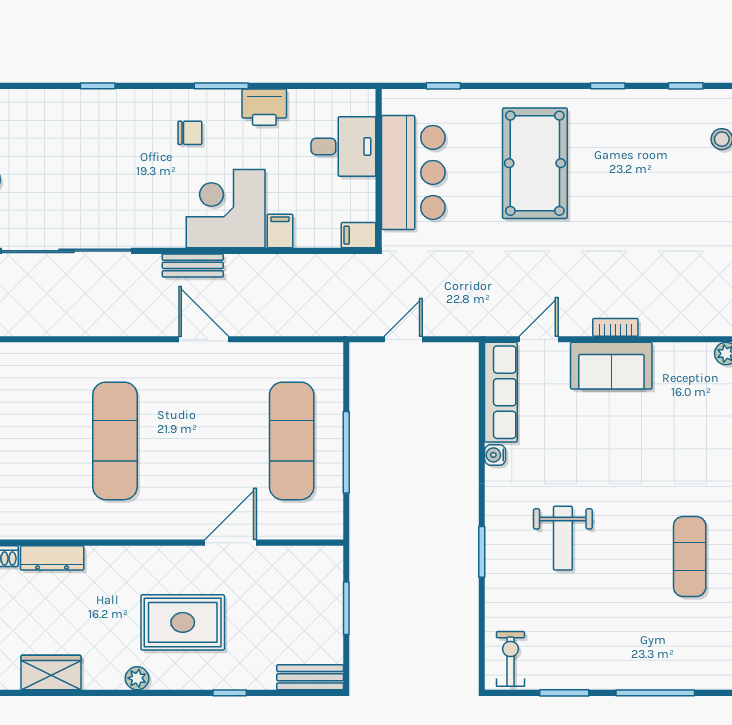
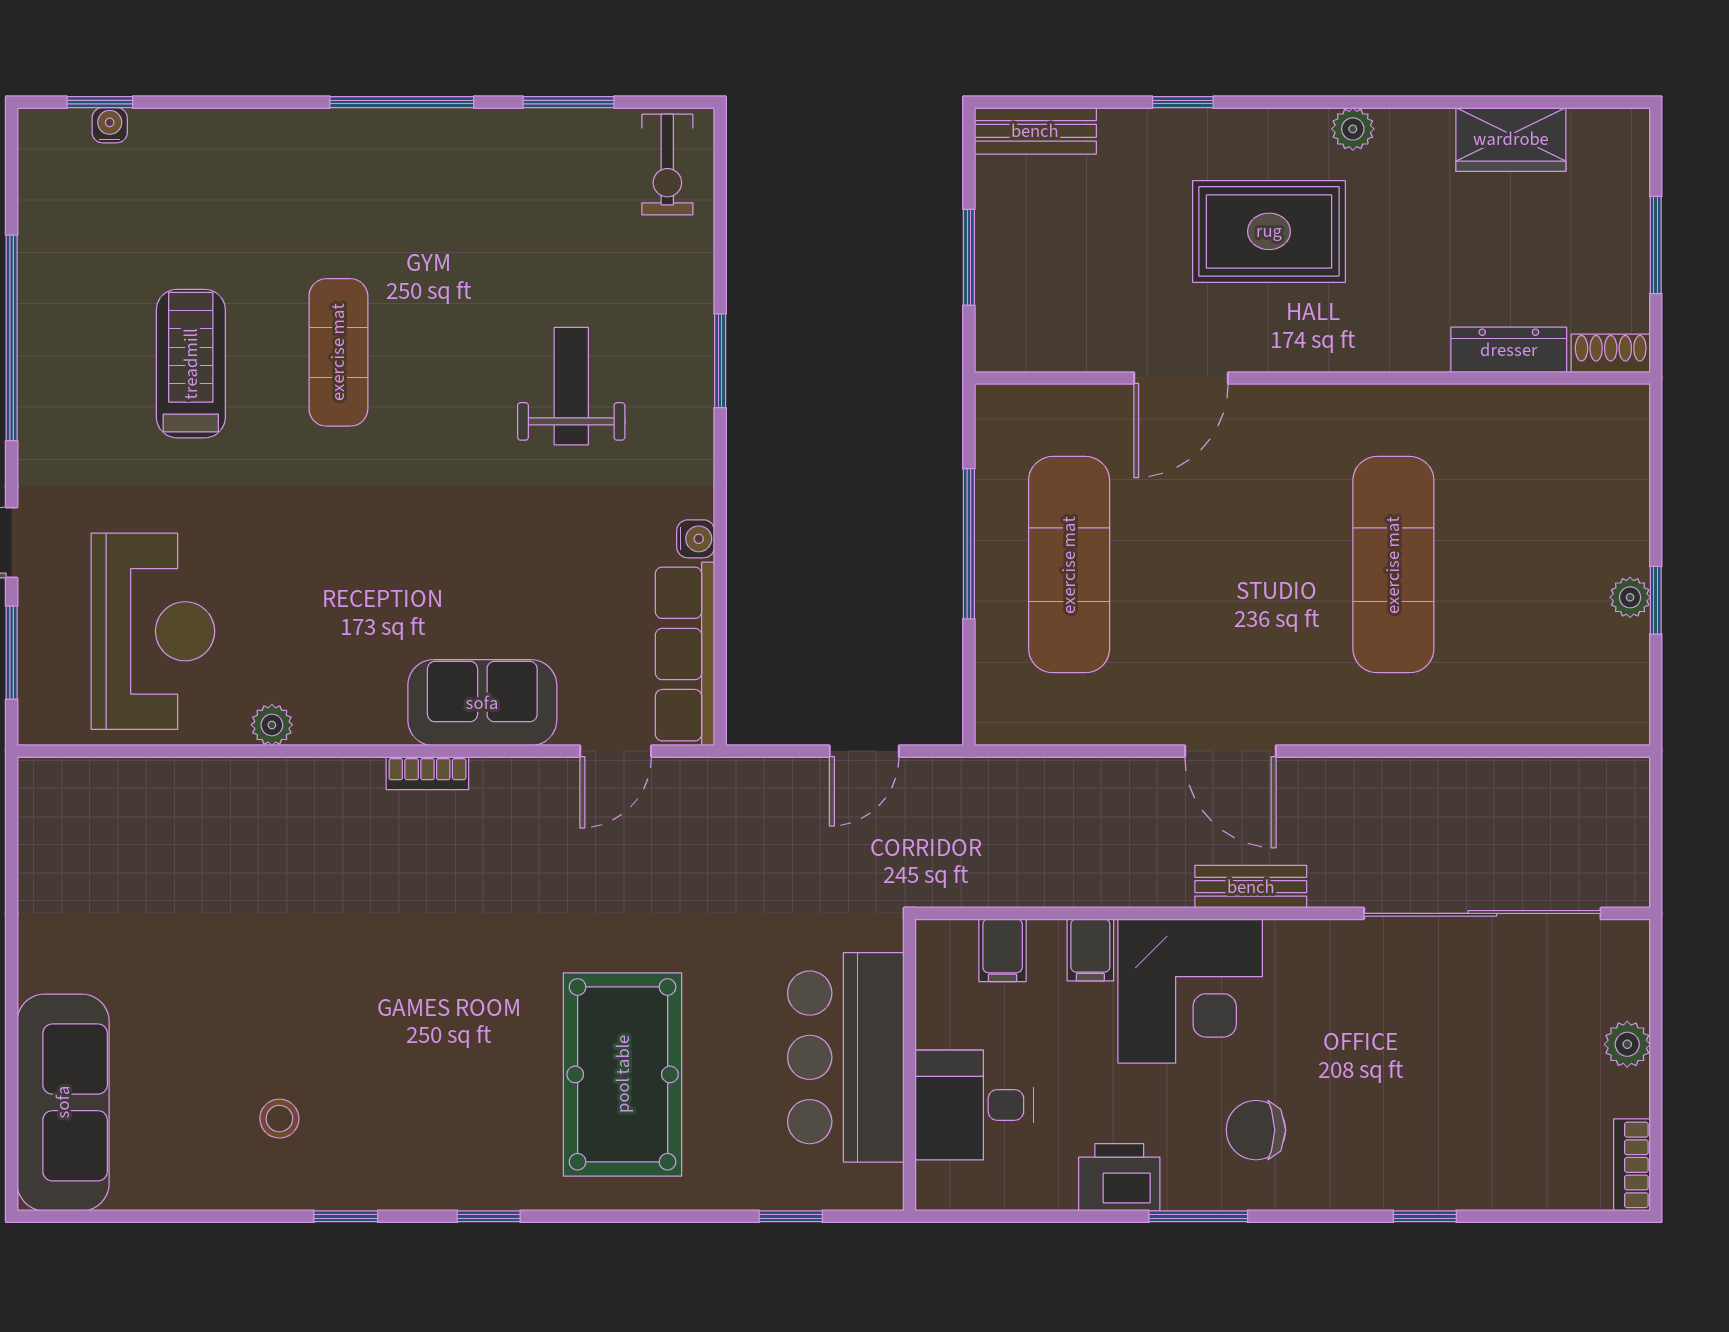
chair: (190, 133) -> (1256, 1130), width x1.37, depth x1.37
filing cabinet: (359, 235) -> (1003, 950), moved, turned 90
bookcase: (615, 327) -> (427, 773), moved

